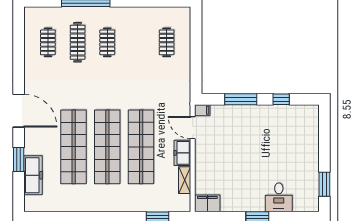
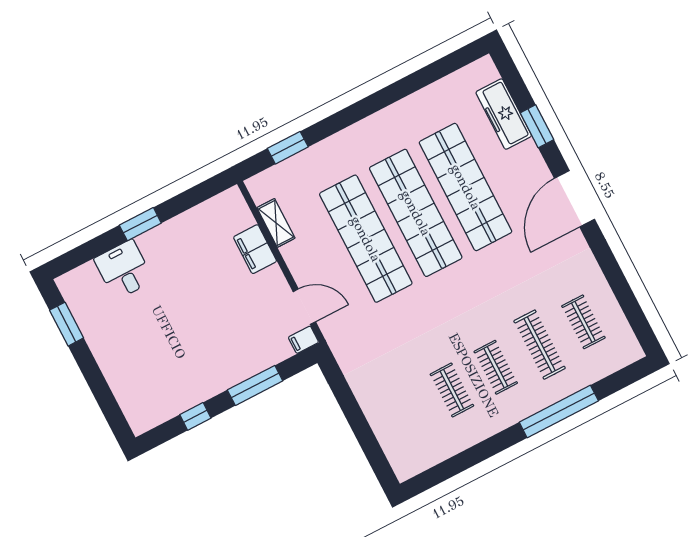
clothes rail: (167, 42) -> (452, 390), moved
door: (19, 111) -> (575, 199), hinge flipped
freezer: (182, 153) -> (300, 261), removed
filing cabinet: (207, 203) -> (255, 249), moved, turned 90

